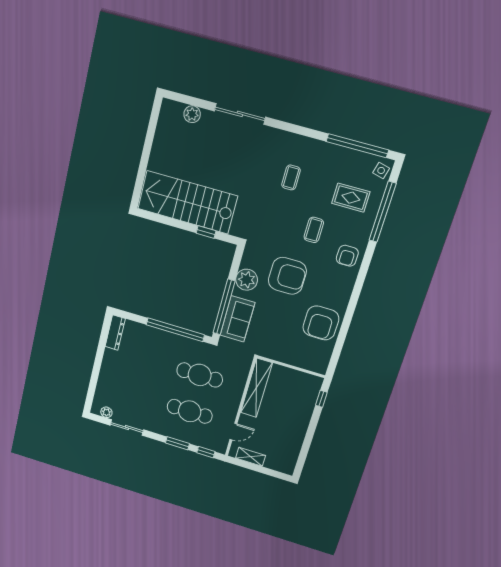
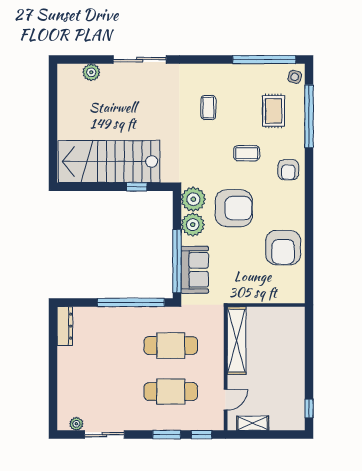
rug: (351, 198) -> (274, 111), turned 90
coffee table: (314, 230) -> (247, 153), turned 90
plant: (253, 258) -> (193, 199), added
window: (321, 399) -> (309, 409), moved

